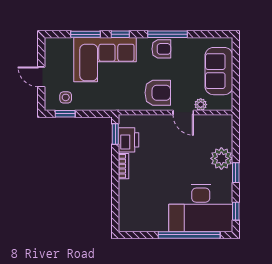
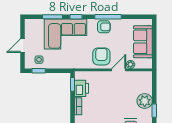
door: (41, 77) -> (22, 46), hinge flipped
armchair: (158, 93) -> (101, 56), turned -90
door: (183, 113) -> (119, 70), swing flipped

